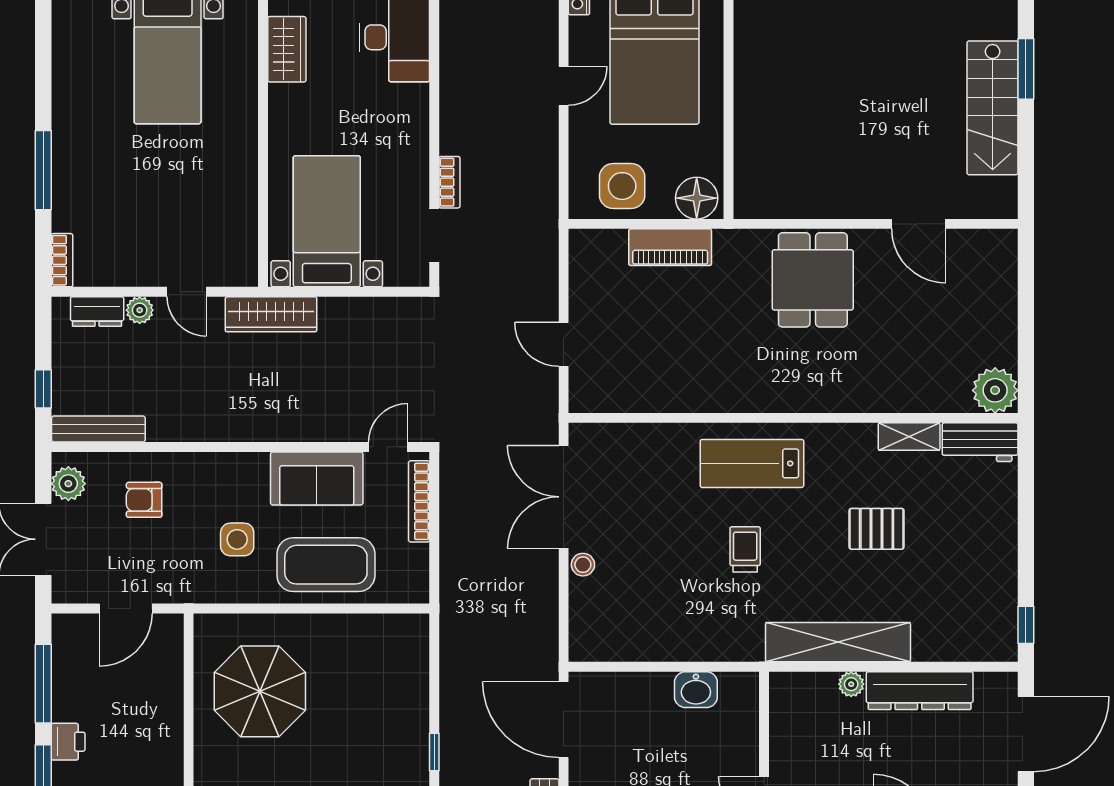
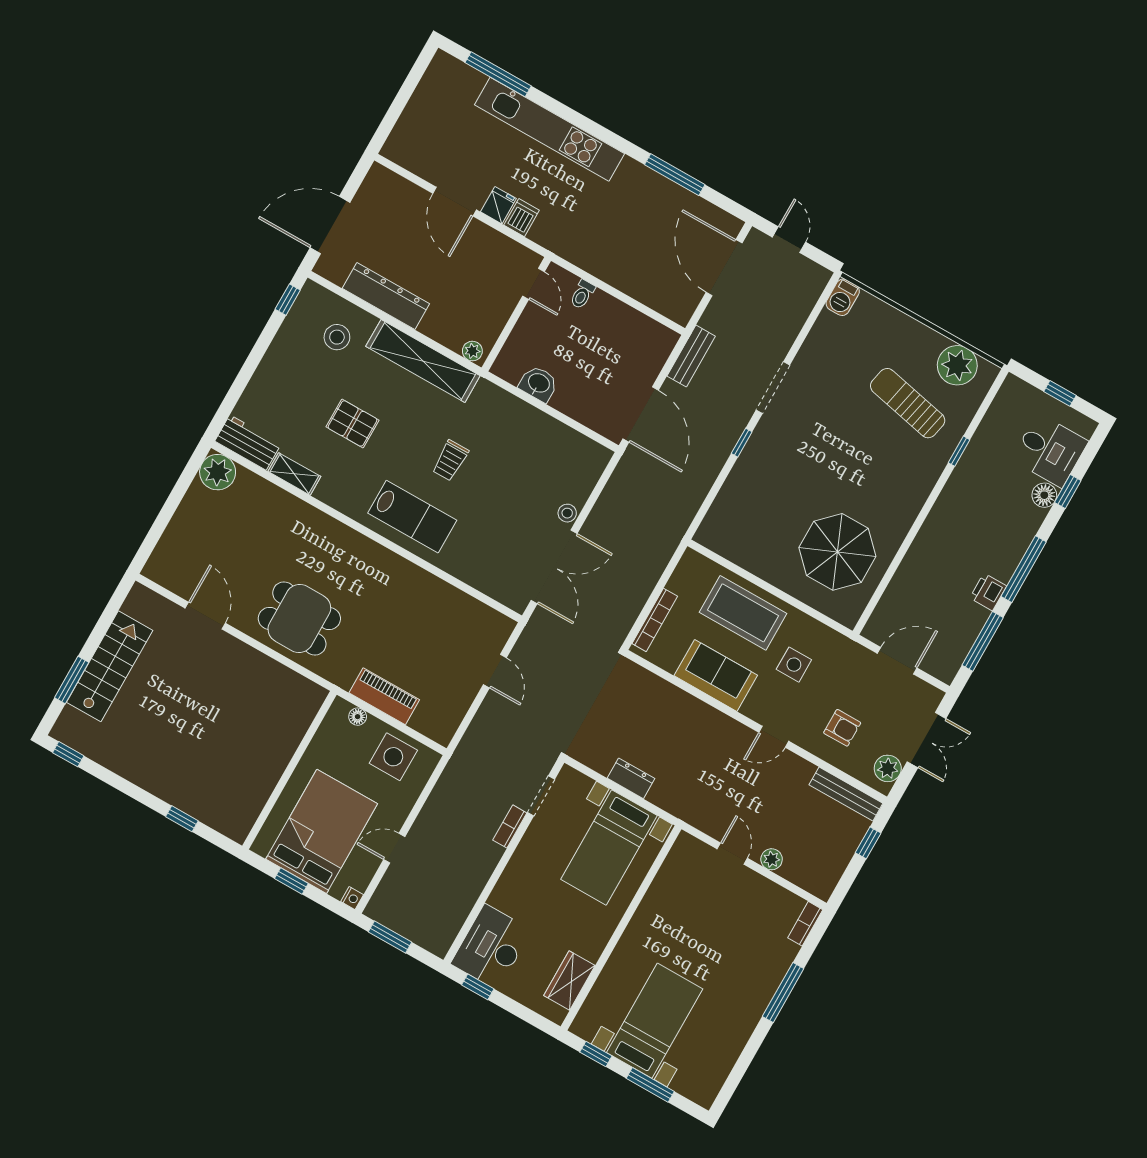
floor lamp: (697, 198) -> (358, 717), width x0.53, depth x0.53
dining table: (813, 280) -> (299, 618), turned 90
dresser: (97, 312) -> (631, 778), moved
wardrobe: (271, 314) -> (683, 805), removed
door: (388, 447) -> (774, 737), moved
stool: (948, 615) -> (337, 337), added
plant: (851, 684) -> (472, 351), moved

